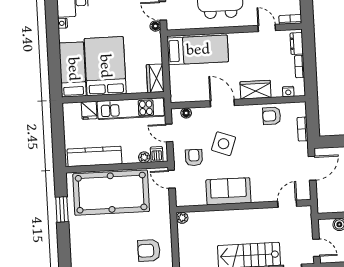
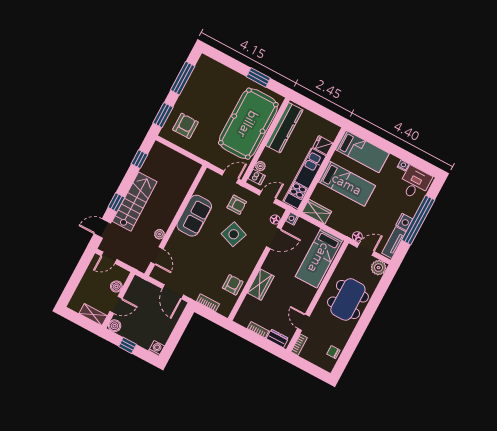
door: (267, 28) -> (303, 322), swing flipped
bed: (105, 66) -> (347, 184), width x0.67
nightstand: (288, 92) -> (292, 219), moved
door: (222, 103) -> (274, 238), moved
plant: (182, 218) -> (160, 234), moved

